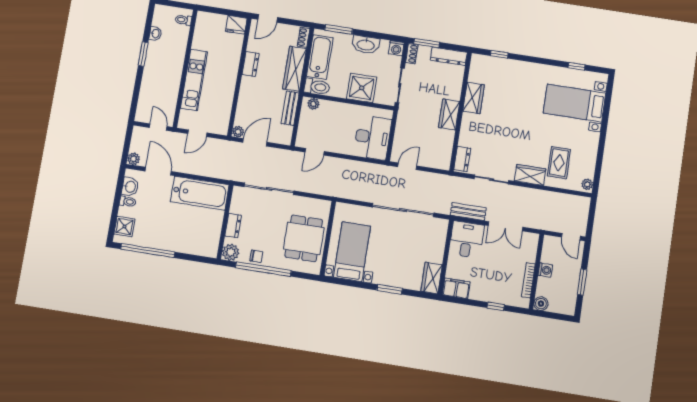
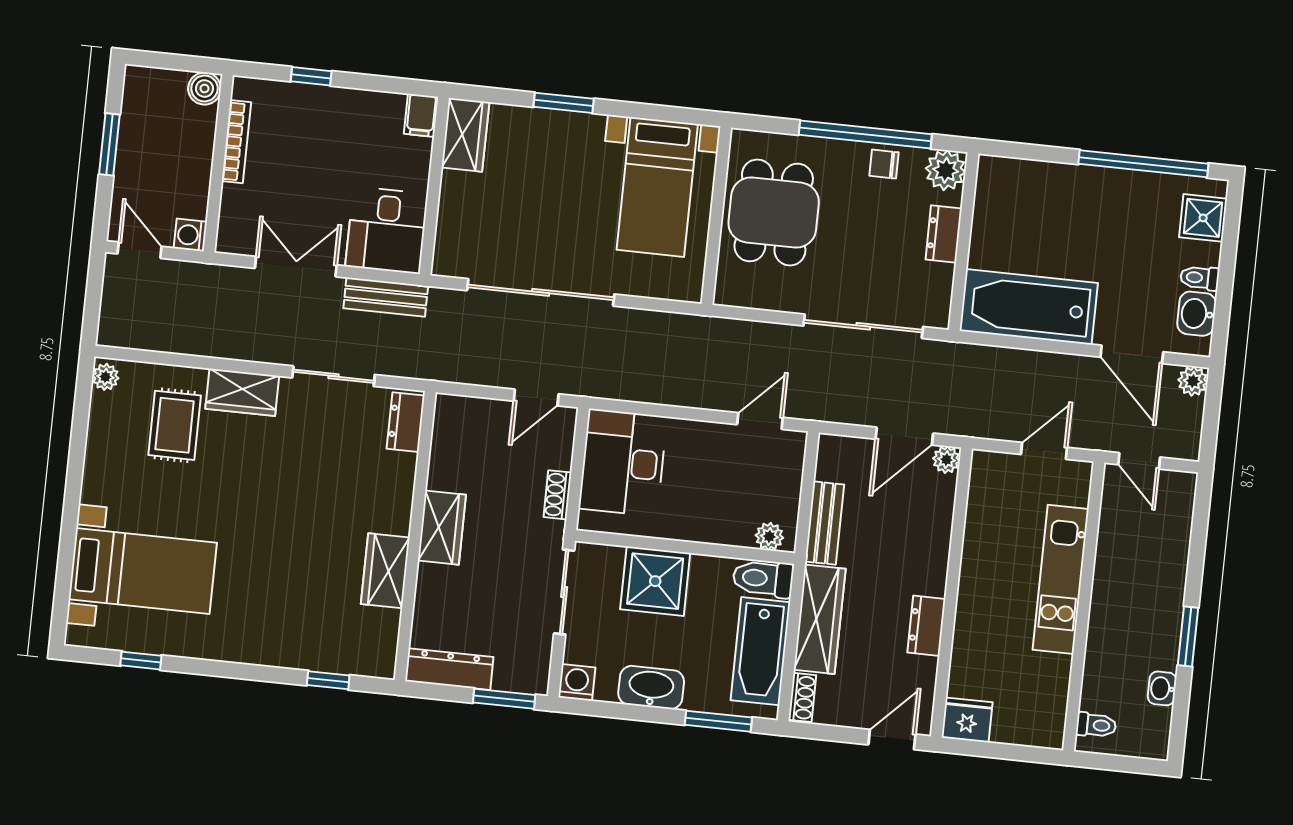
shoe rack: (412, 54) -> (557, 495), moved
washing machine: (545, 270) -> (190, 235), moved
filing cabinet: (456, 288) -> (421, 115), width x0.50

